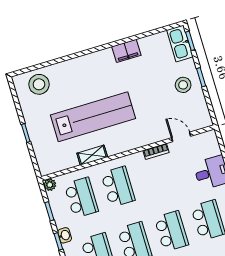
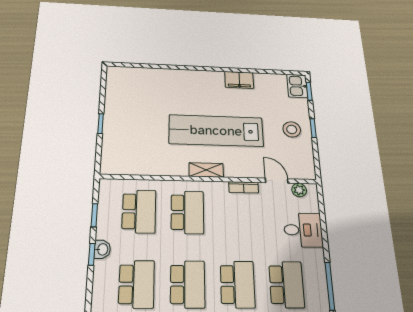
kitchen sink: (180, 43) -> (297, 86), width x0.73
stool: (39, 84) -> (134, 82), removed
lab bench: (93, 117) -> (216, 131), moved, turned 180
shelving: (92, 155) -> (206, 170), moved
plant: (50, 185) -> (299, 190), moved

